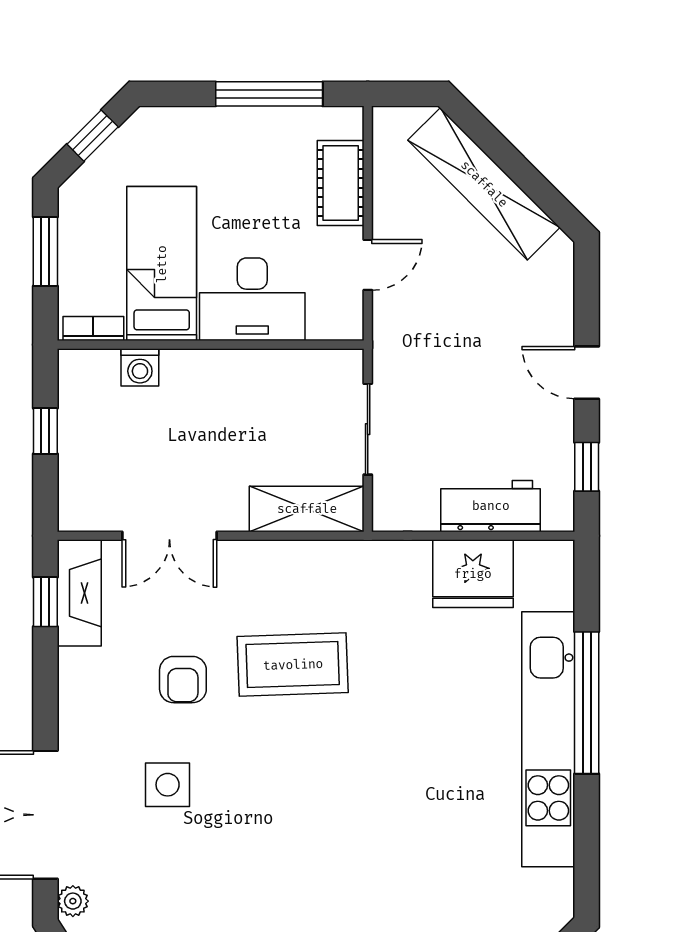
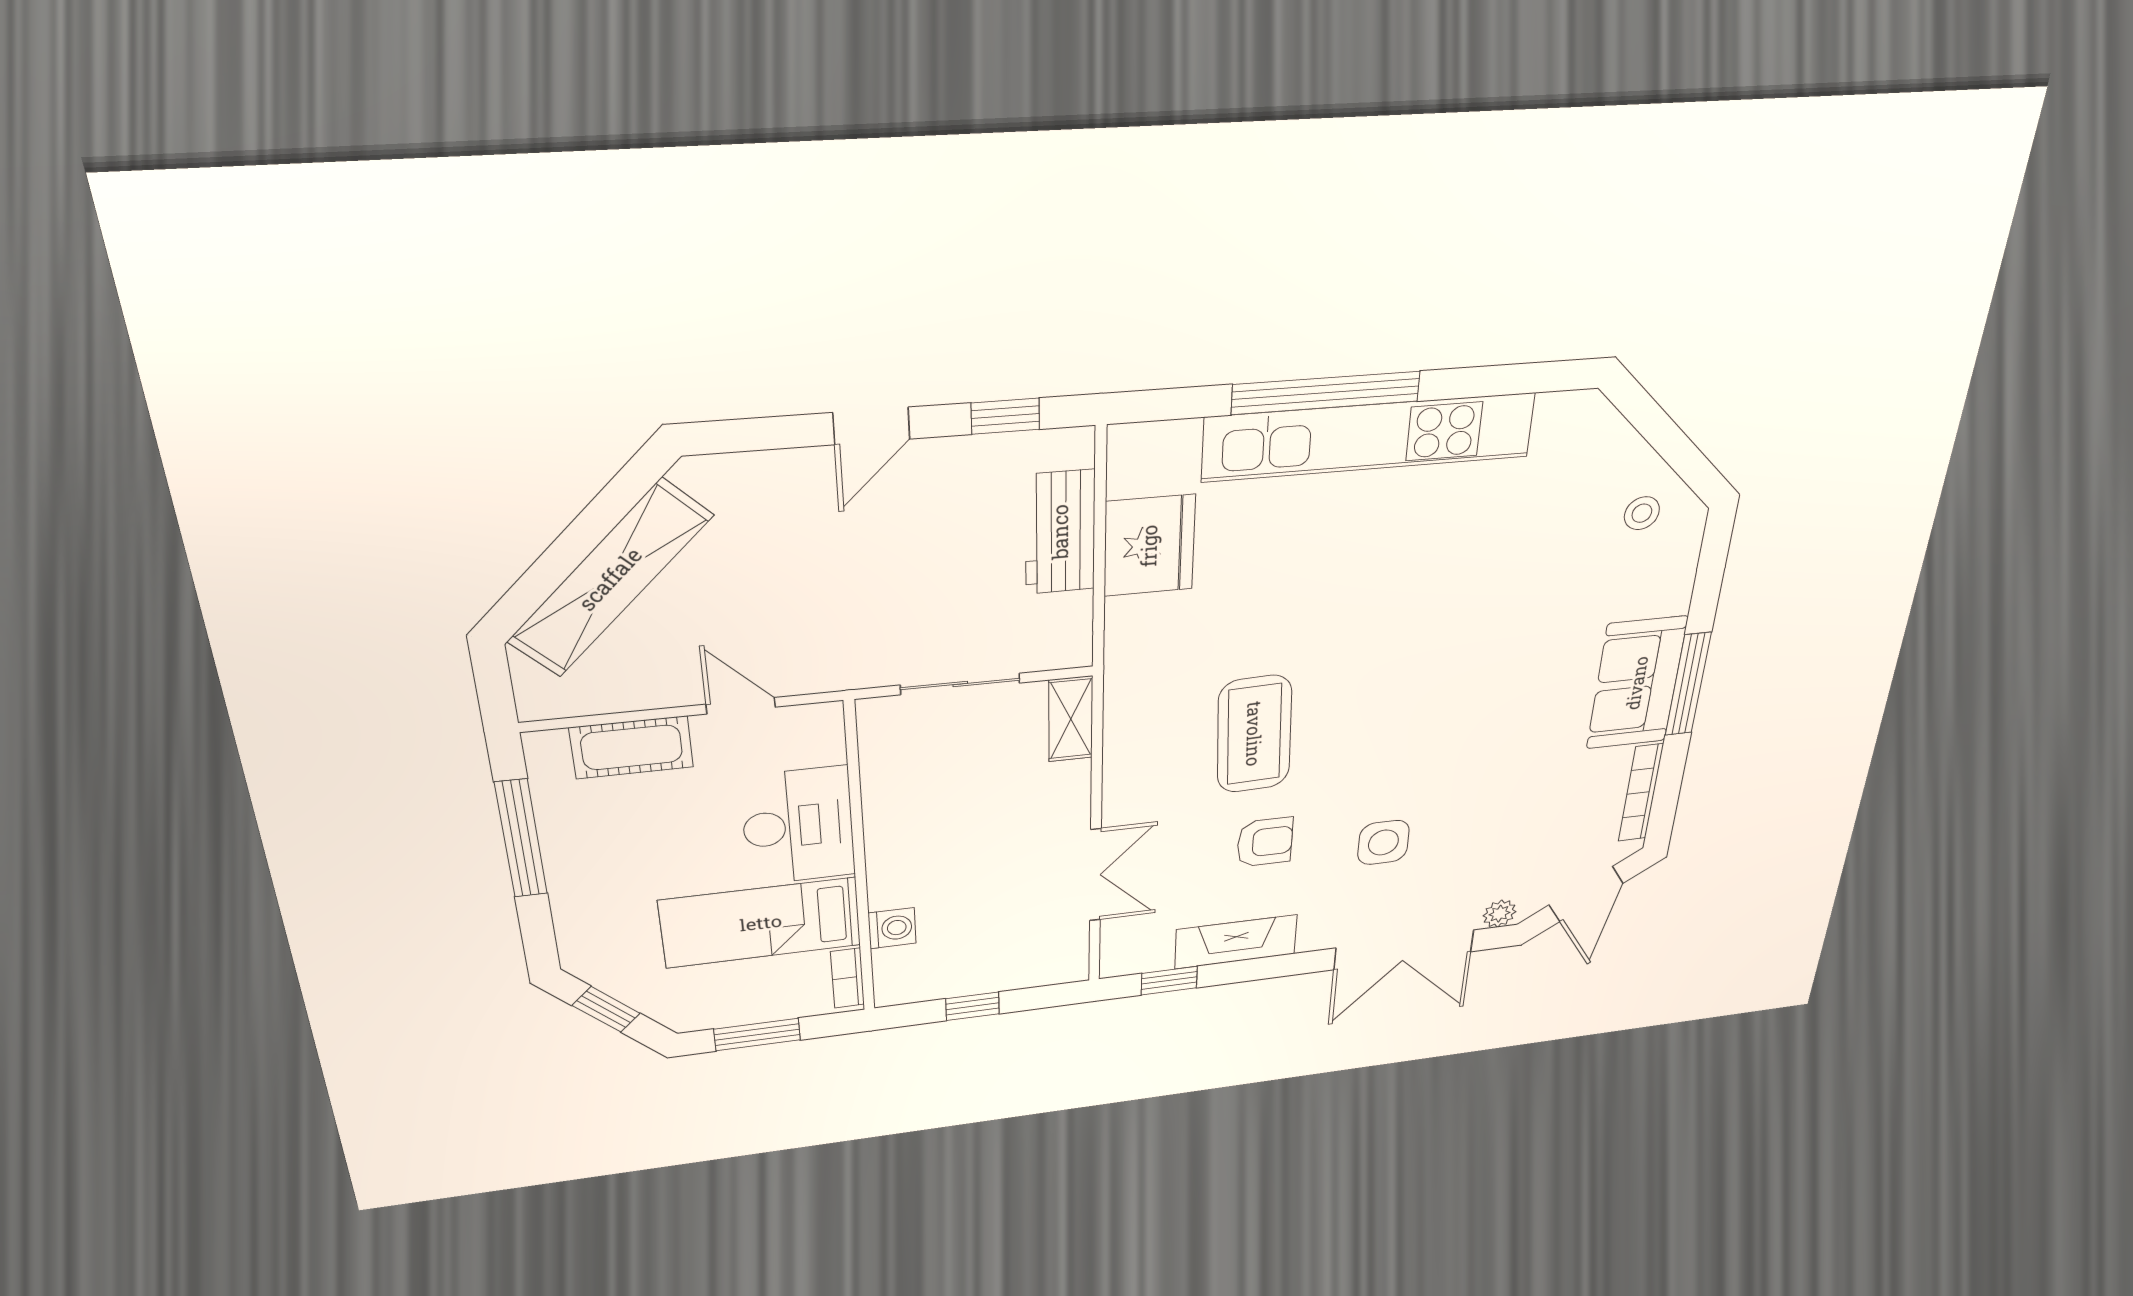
shelving: (307, 509) -> (1071, 719), width x0.67, depth x0.75
fireplace: (79, 593) -> (1236, 942), moved

